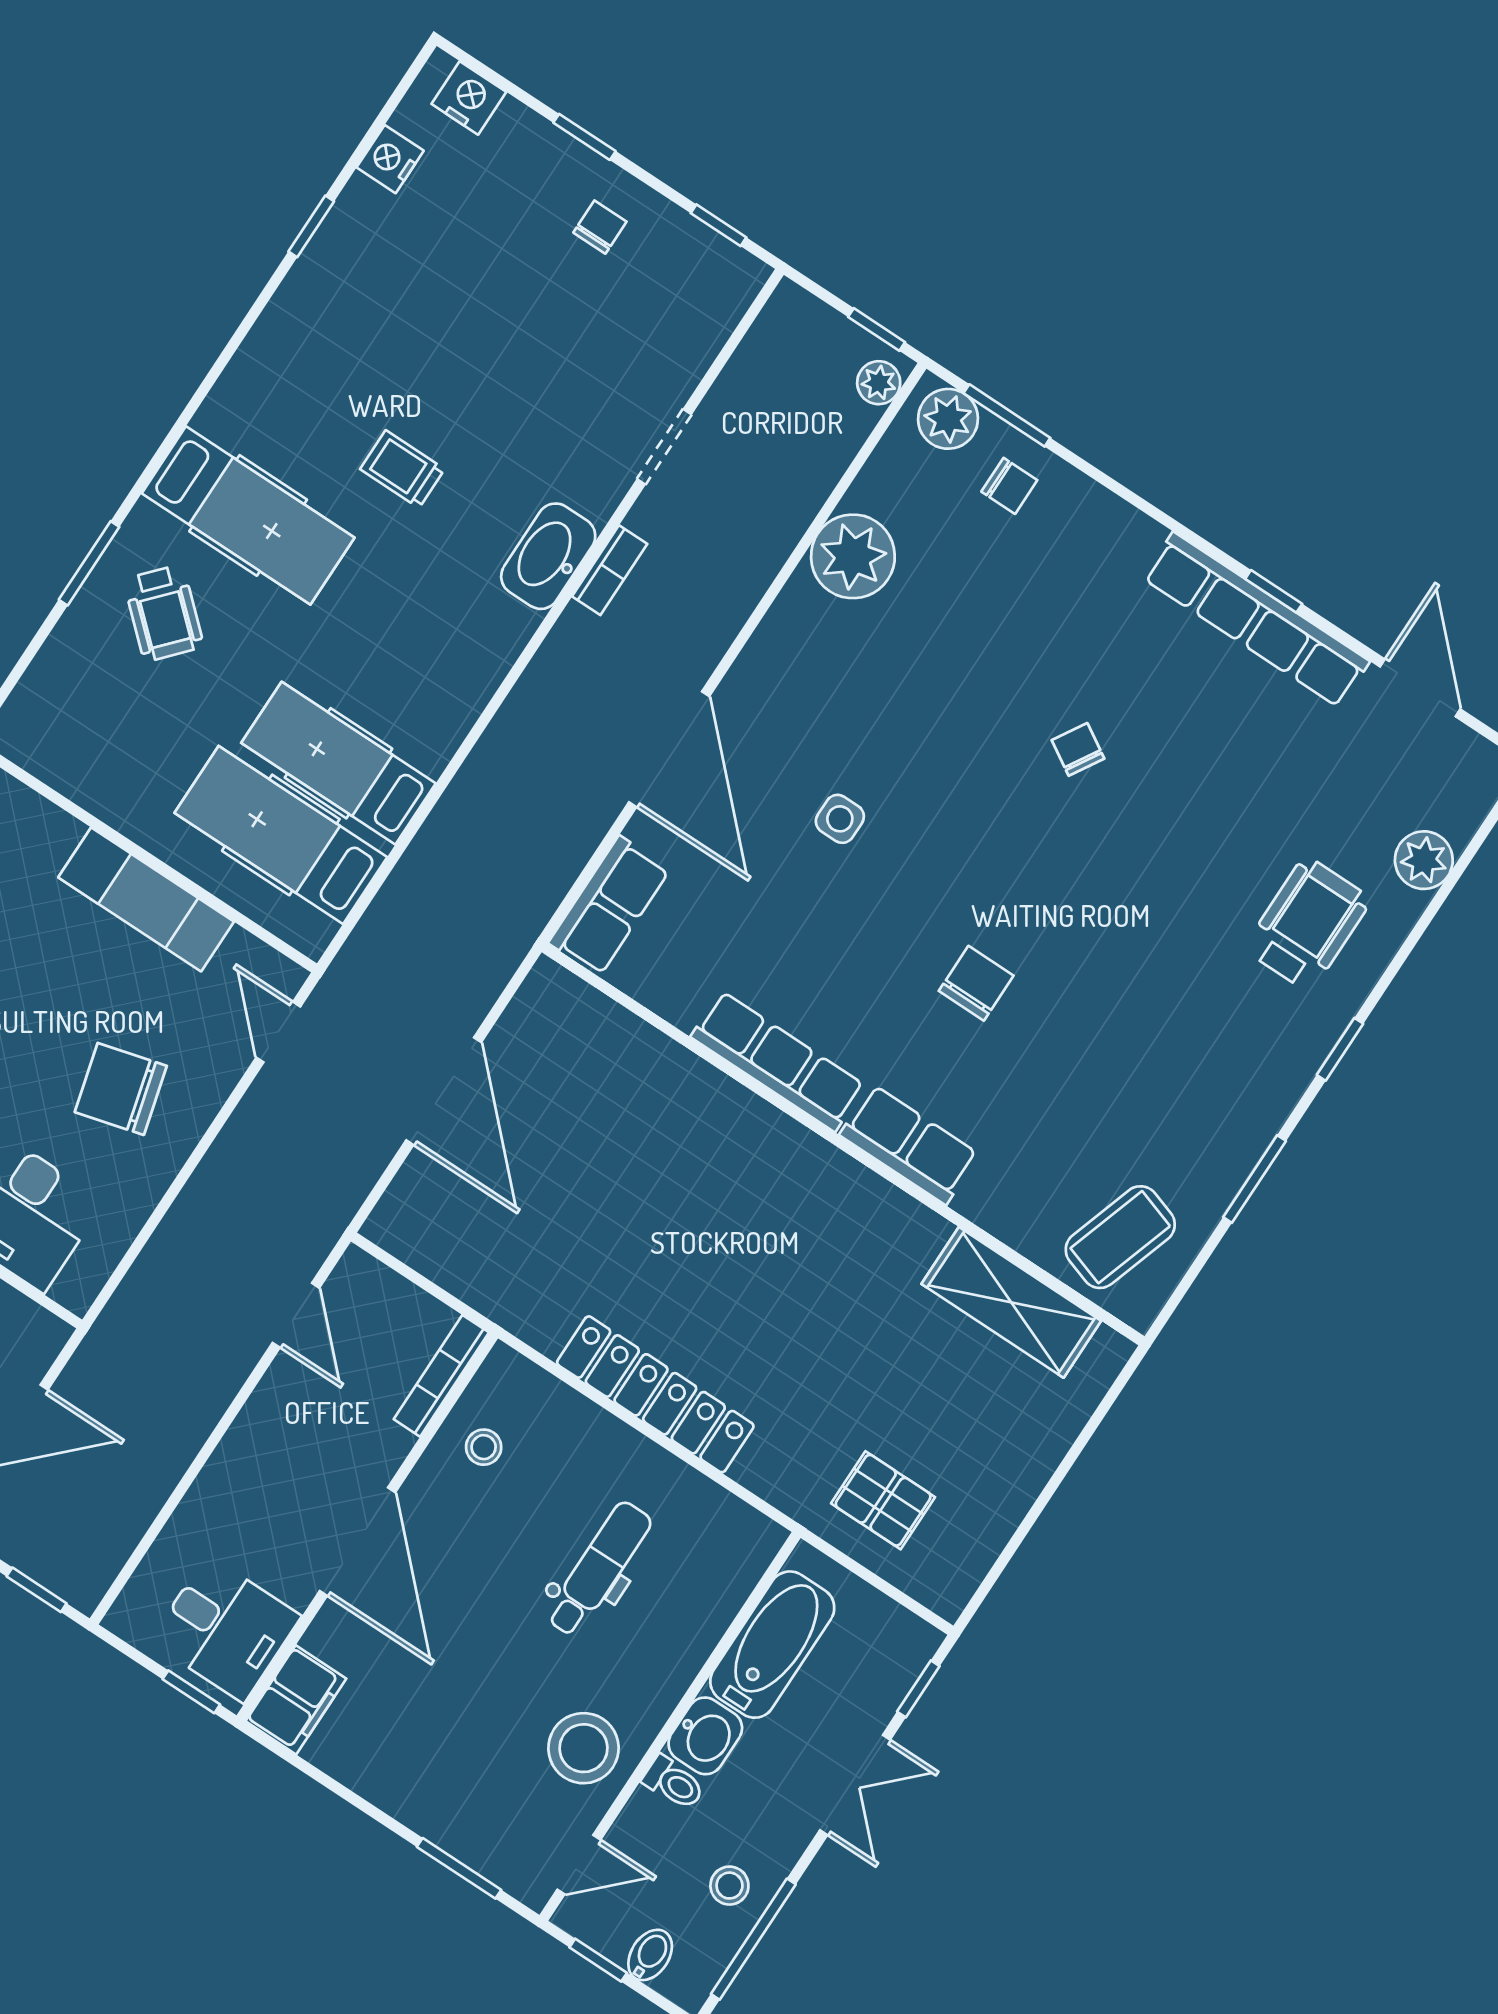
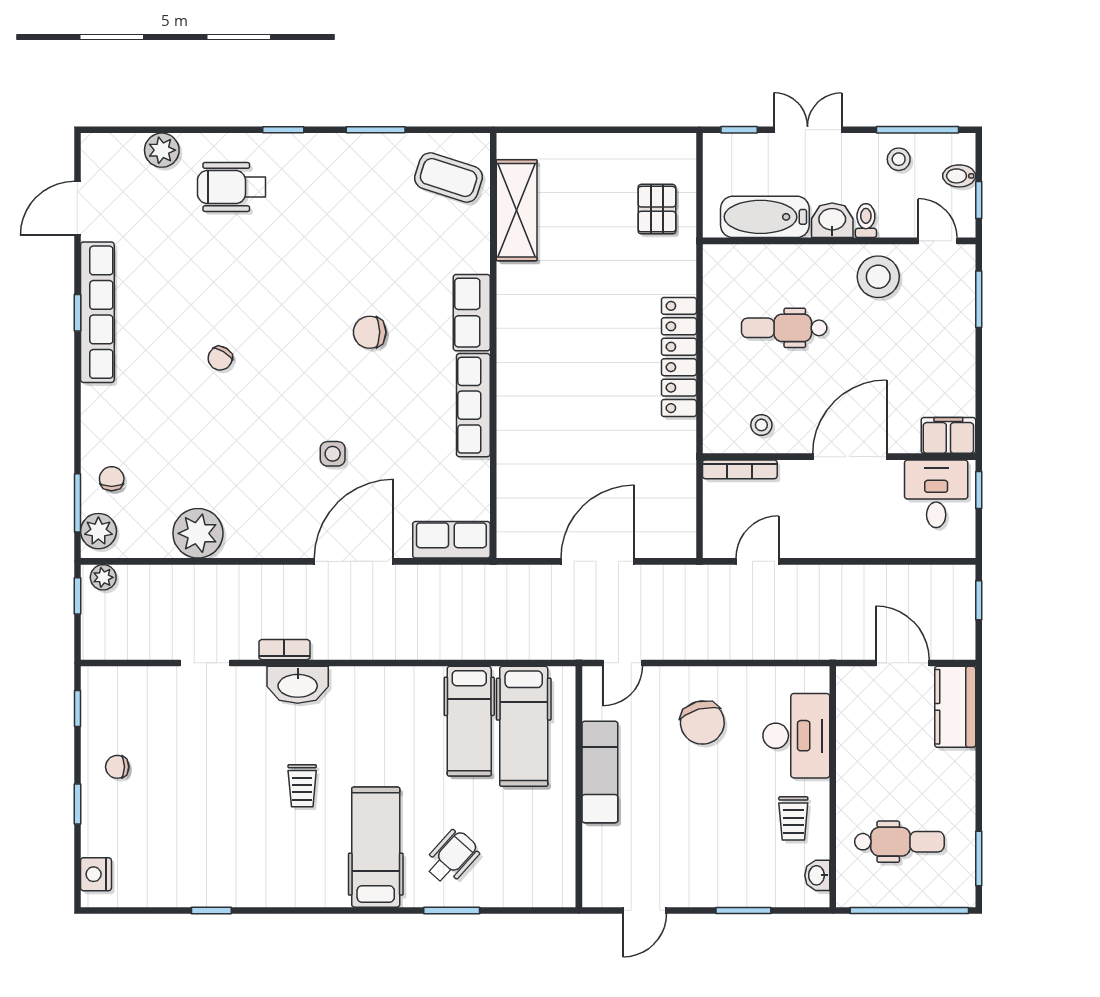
nightstand: (390, 159) -> (152, 893), removed

